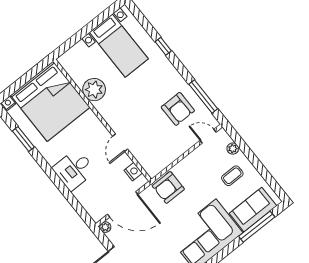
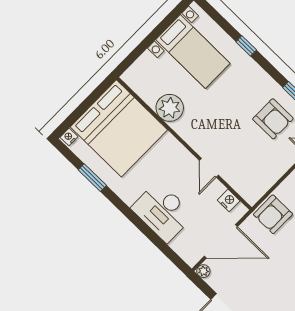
desk: (74, 170) -> (163, 212), width x1.37

